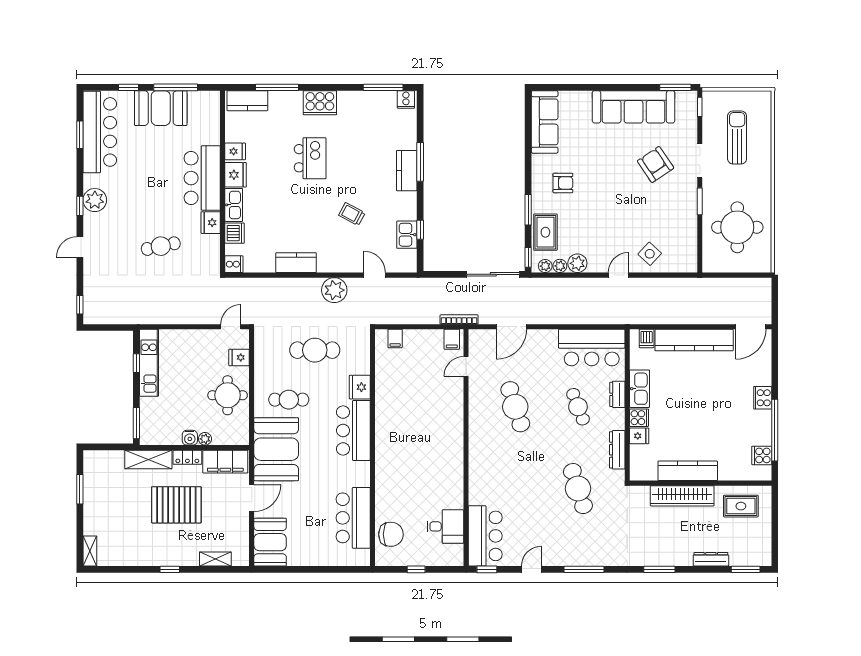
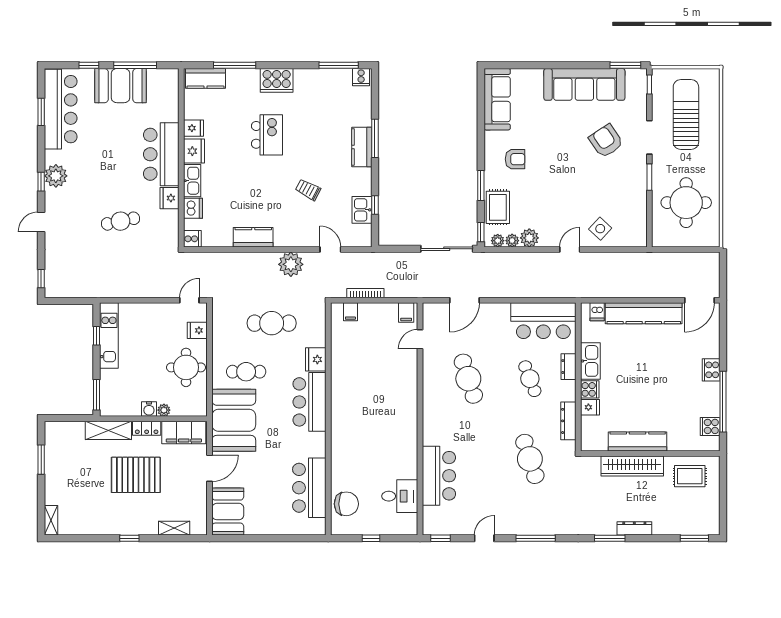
sun lounger: (737, 137) -> (686, 114), width x1.36, depth x1.34
bookcase: (459, 319) -> (365, 293), moved
bar counter: (485, 536) -> (439, 476), moved
dresser: (711, 559) -> (634, 528), moved

